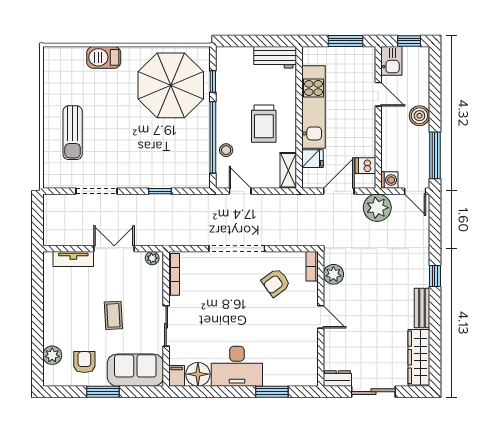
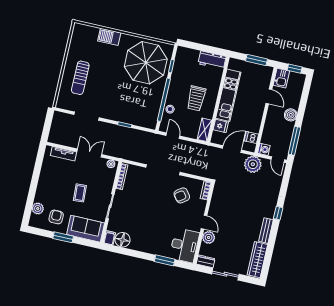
plant: (333, 274) -> (209, 237), moved
desk: (237, 366) -> (184, 245), moved, turned -90

